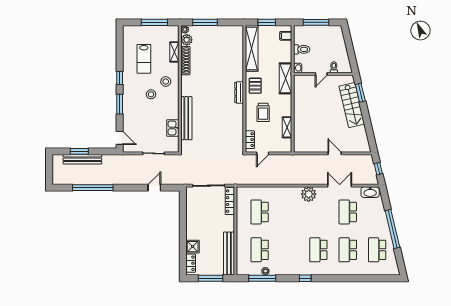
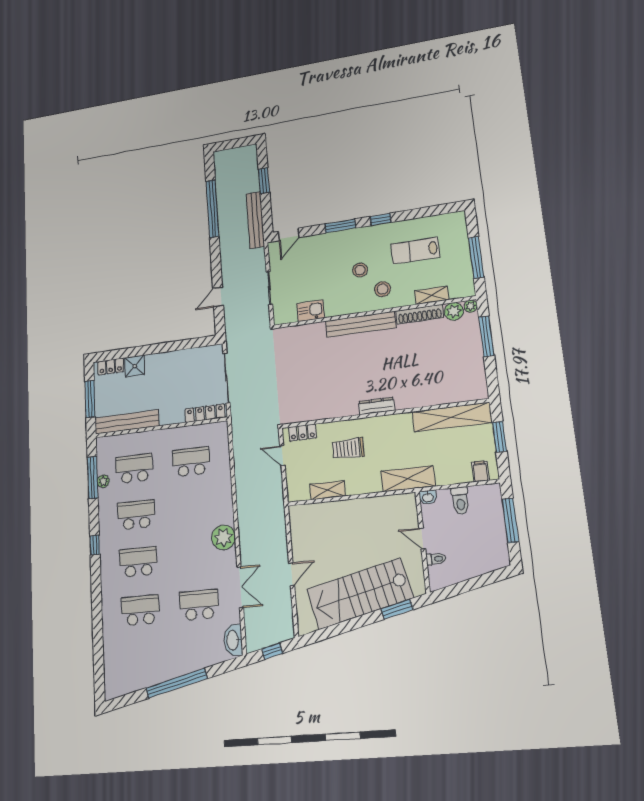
pallet: (255, 86) -> (391, 430), removed
stairs: (352, 105) -> (360, 594), width x1.36, depth x1.51
bench: (186, 118) -> (361, 324), moved
bench: (82, 159) -> (255, 220), moved
door: (154, 188) -> (218, 297), swing flipped
school desk: (377, 250) -> (136, 515), moved

